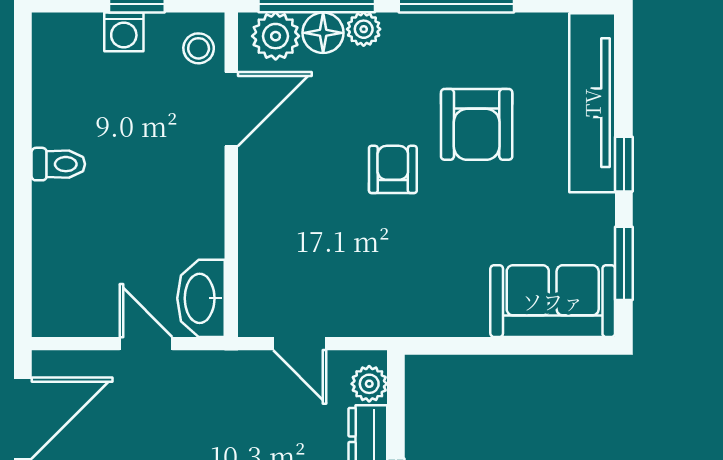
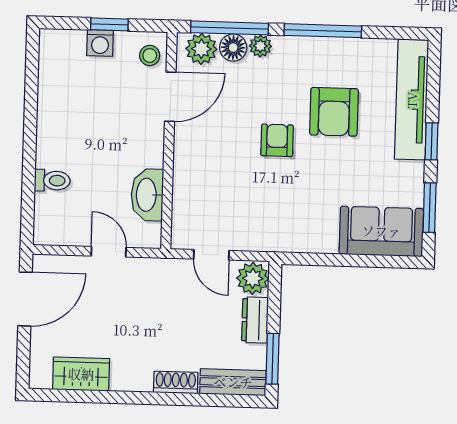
toilet: (58, 164) -> (52, 180), moved
washbasin: (201, 298) -> (147, 195), moved
plant: (369, 384) -> (253, 278), width x1.38, depth x1.38

